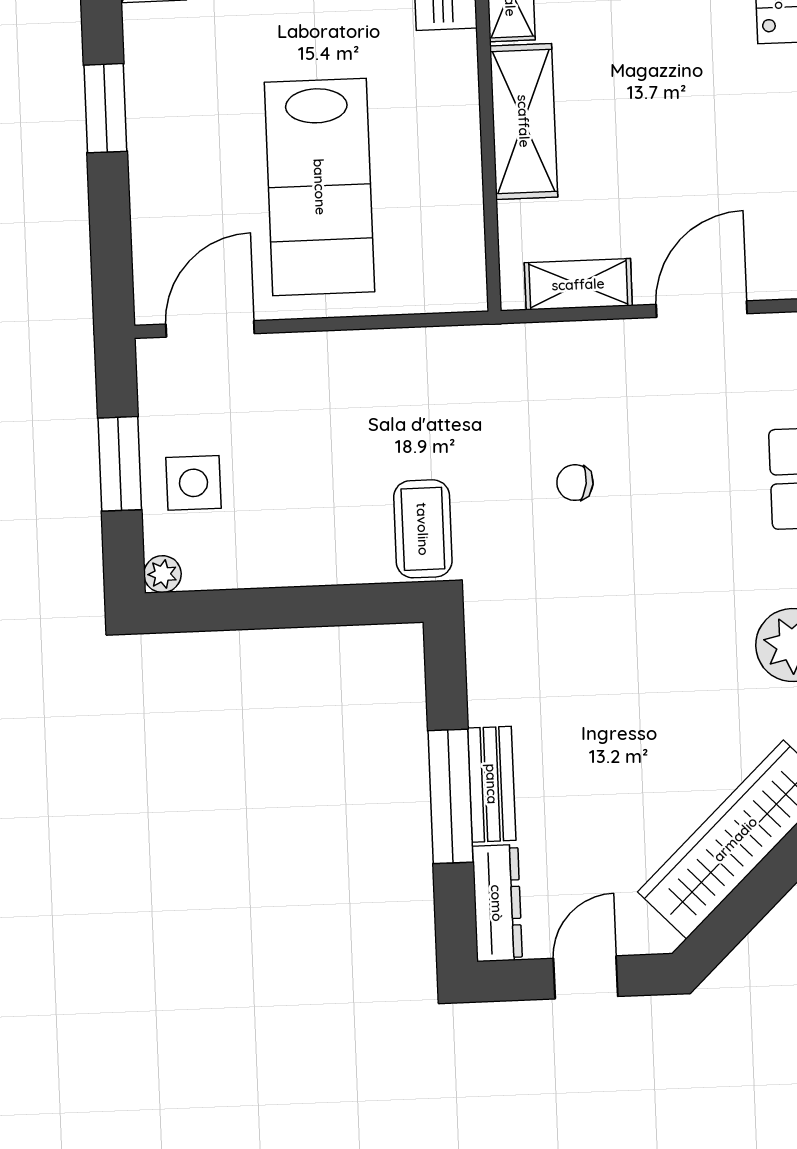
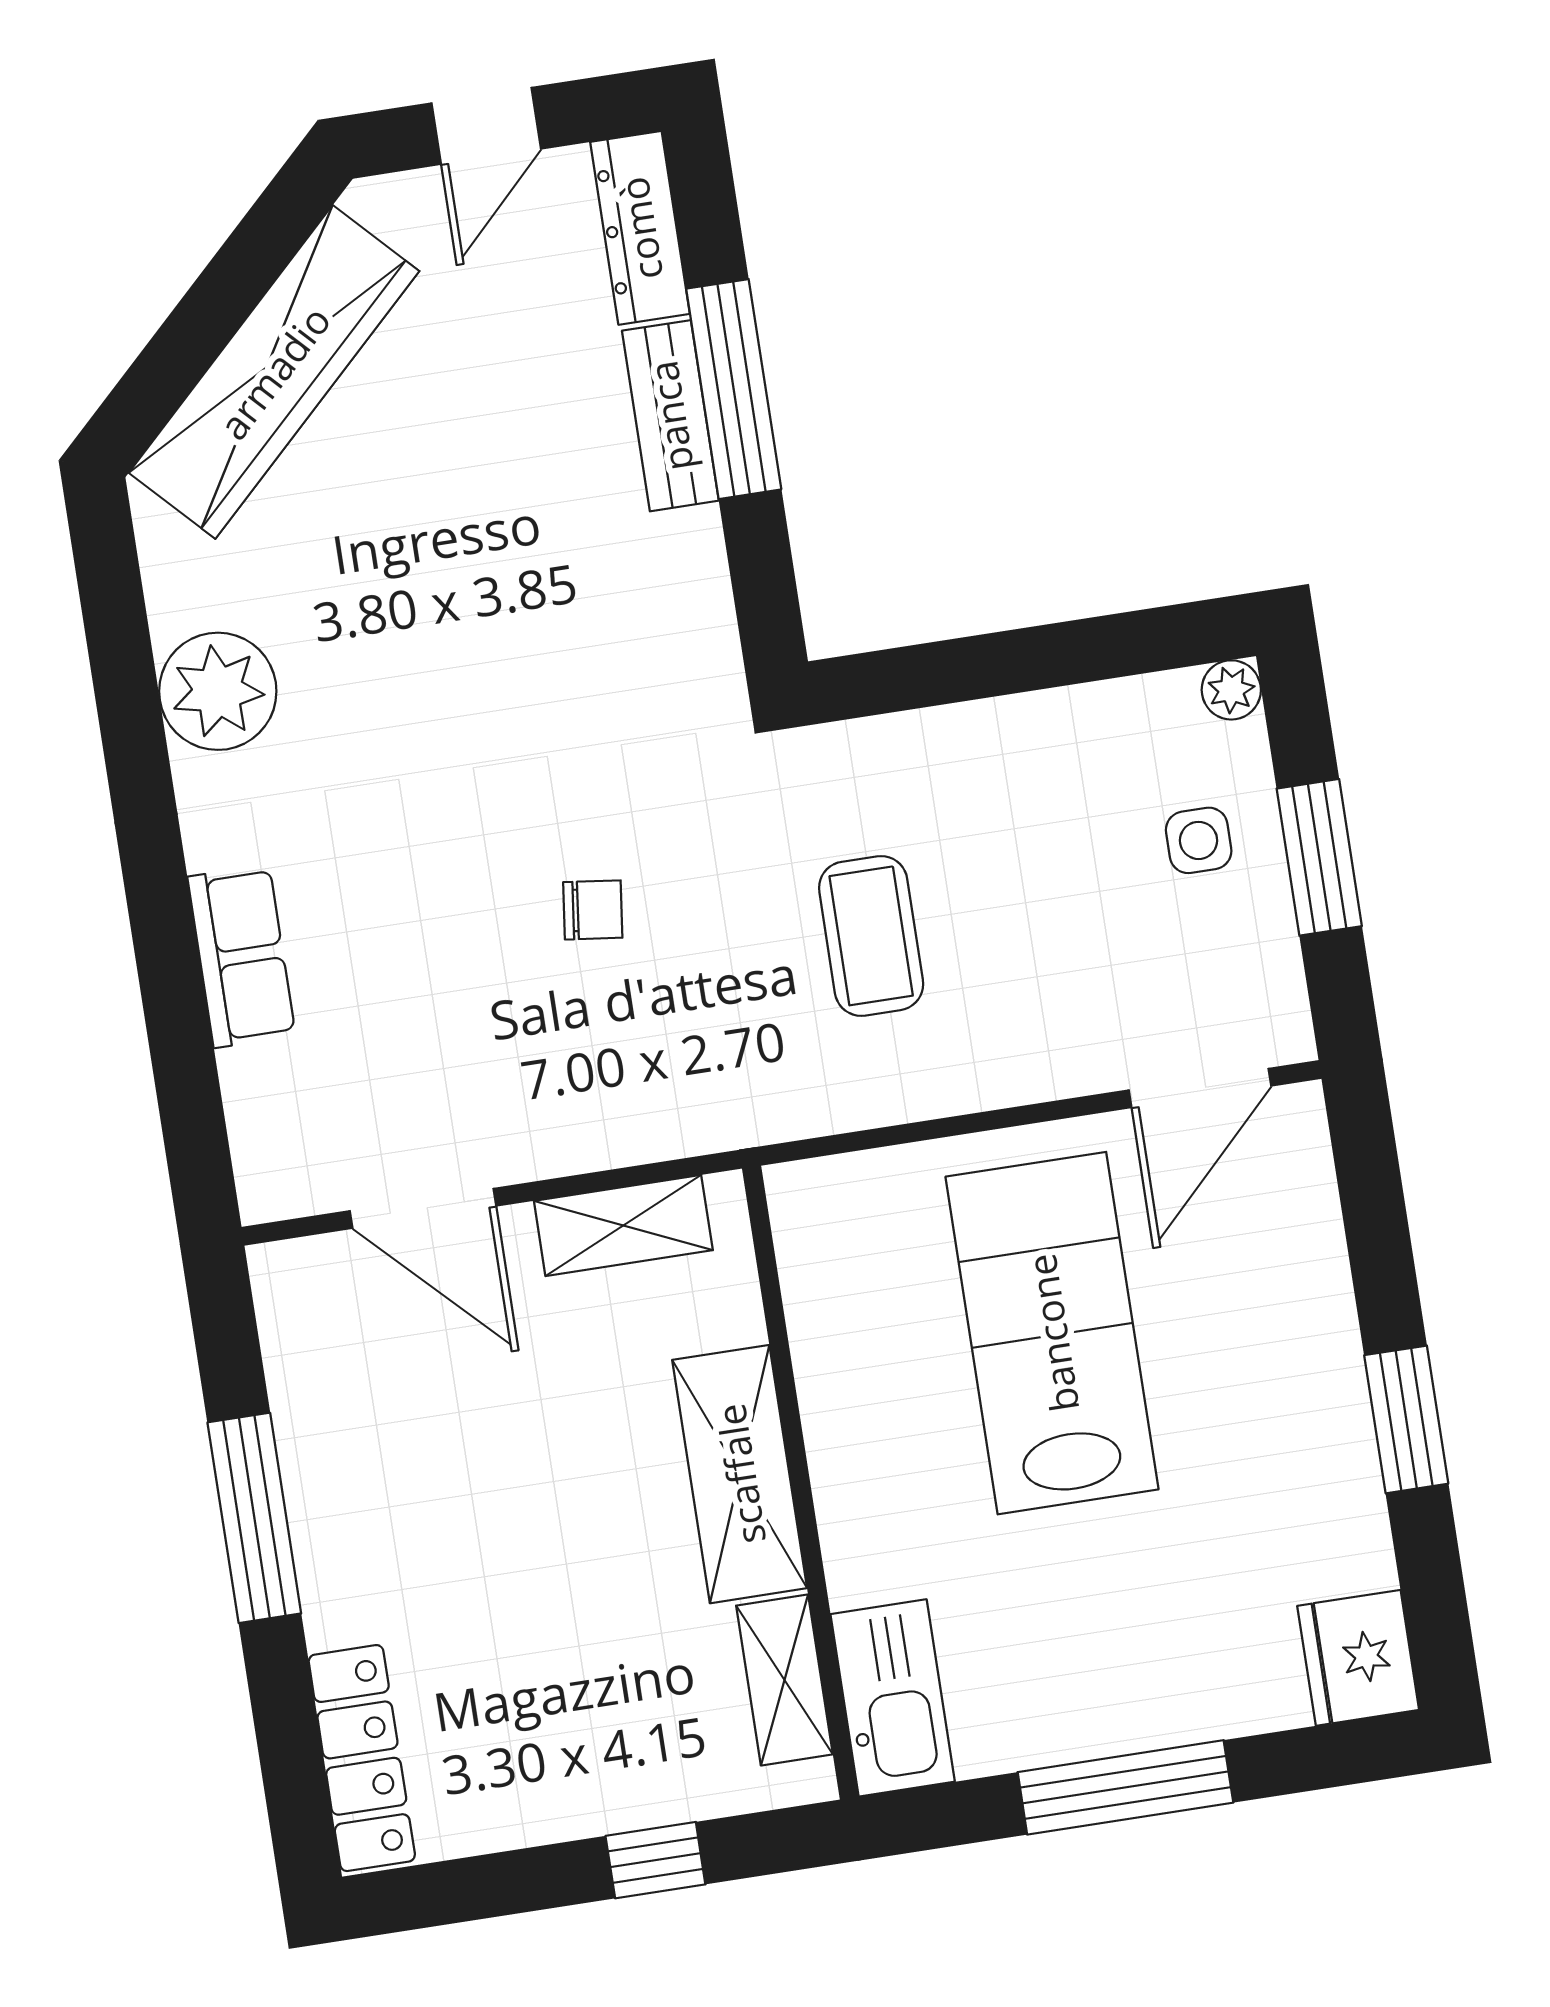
door: (702, 309) -> (423, 1208), hinge flipped
side table: (193, 483) -> (1199, 840), width x0.73, depth x0.73
coffee table: (423, 529) -> (871, 936), moved

